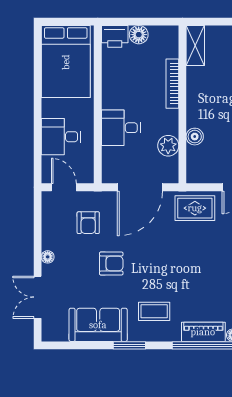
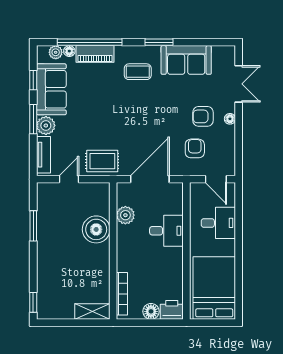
shelving: (195, 46) -> (92, 312), moved, turned 90
bookcase: (172, 84) -> (122, 294), moved
boiler: (195, 137) -> (96, 229), width x1.86, depth x1.86
armchair: (111, 264) -> (203, 116), moved

